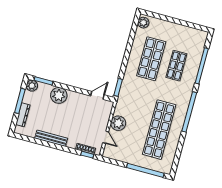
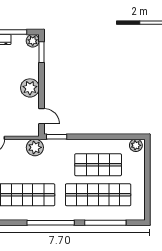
shop shelf: (176, 66) -> (98, 195), width x2.00, depth x1.36
plant: (59, 95) -> (30, 88), moved
plant: (118, 123) -> (35, 147), moved

